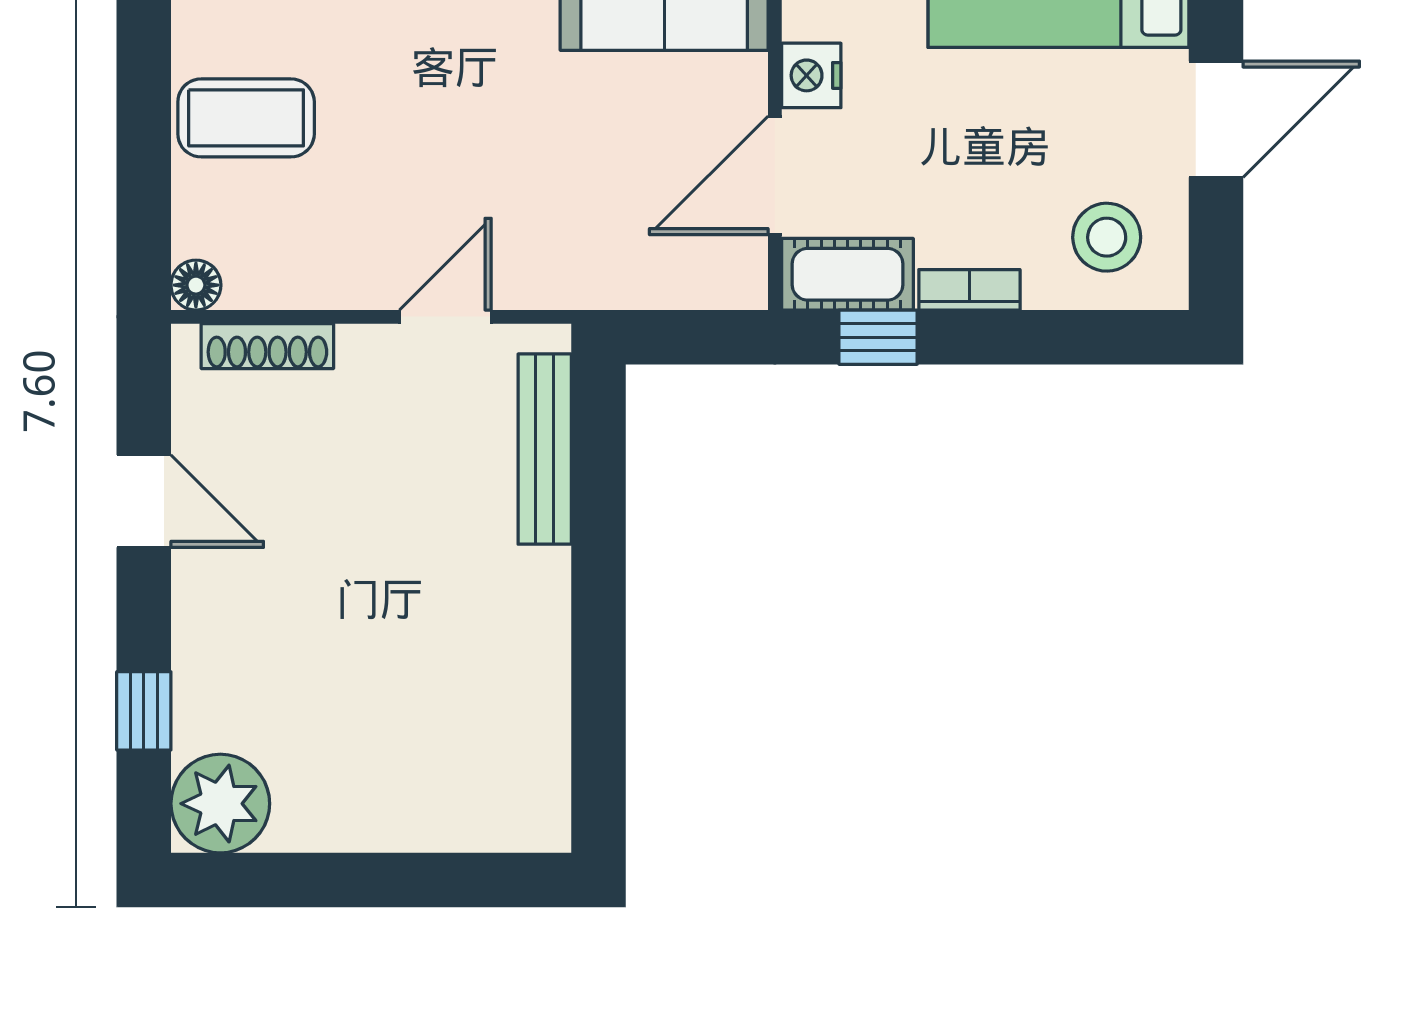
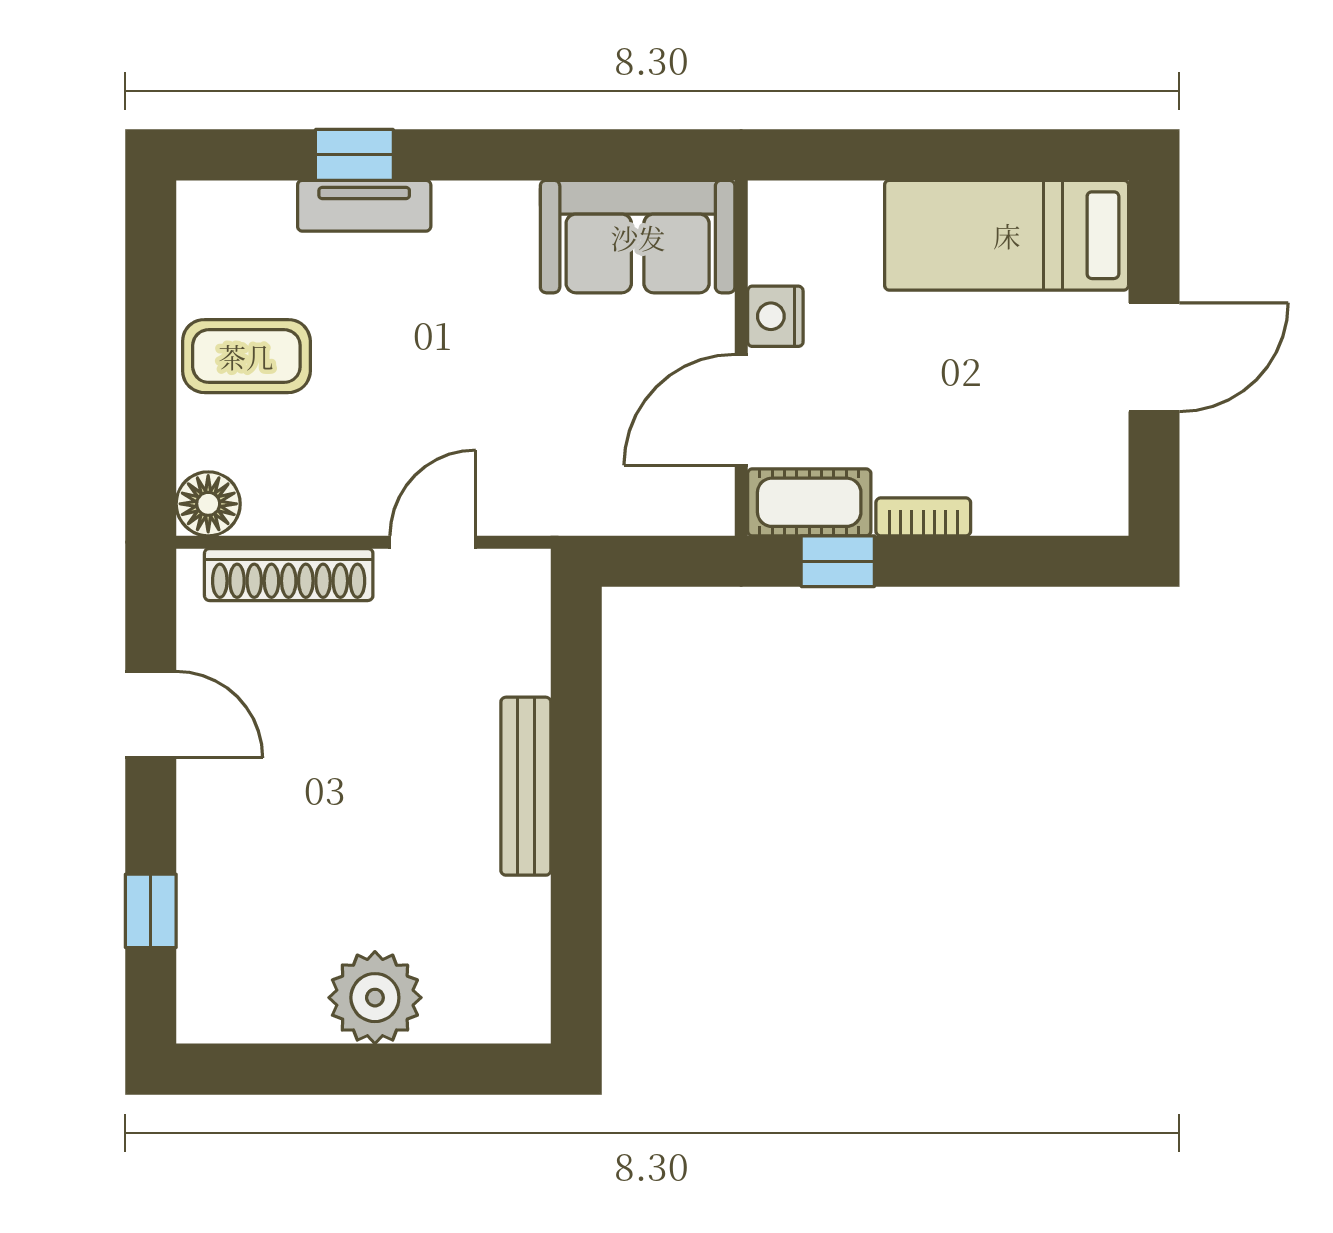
stool: (1107, 237) -> (1052, 468), removed
floor lamp: (196, 285) -> (208, 504), width x1.37, depth x1.37
shoe rack: (267, 346) -> (289, 575), width x1.36, depth x1.24
bench: (545, 449) -> (526, 786), moved
plant: (220, 804) -> (375, 998), moved

